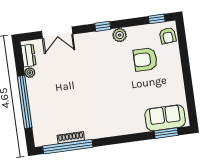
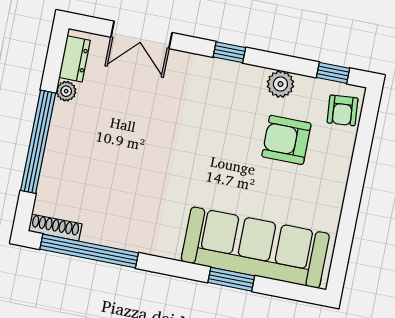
plant: (120, 35) -> (280, 84), moved
sofa: (165, 118) -> (255, 248), width x1.85, depth x1.27
window: (166, 133) -> (231, 279), moved
shoe rack: (71, 138) -> (55, 228), moved

